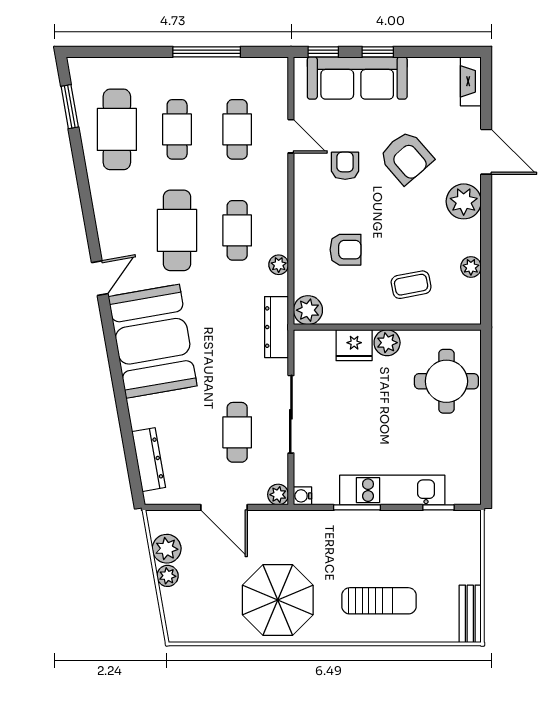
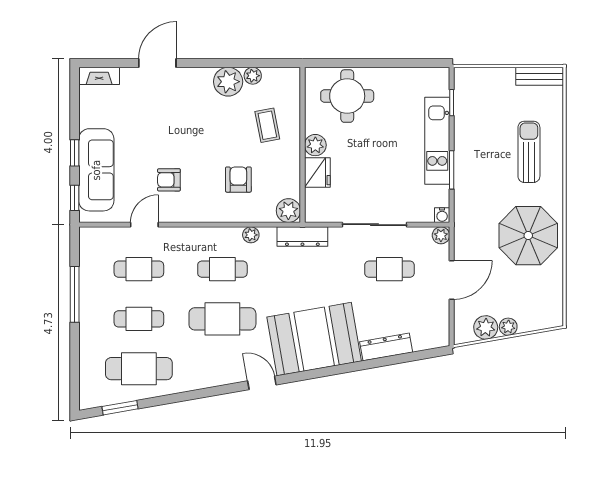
armchair: (406, 157) -> (162, 129), removed
plant: (464, 201) -> (228, 82), moved
dresser: (149, 460) -> (386, 347), moved

